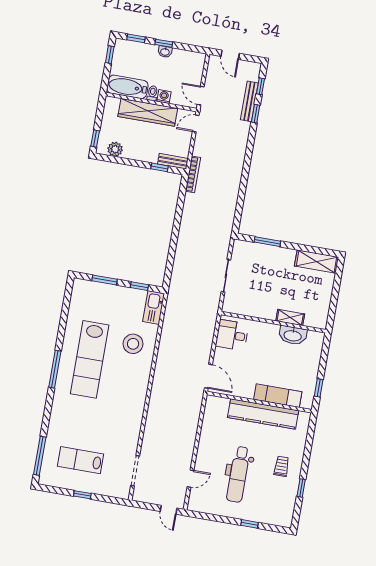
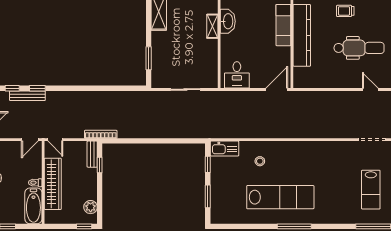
washing machine: (164, 97) -> (36, 172), removed
stool: (133, 344) -> (260, 161), width x0.53, depth x0.53

